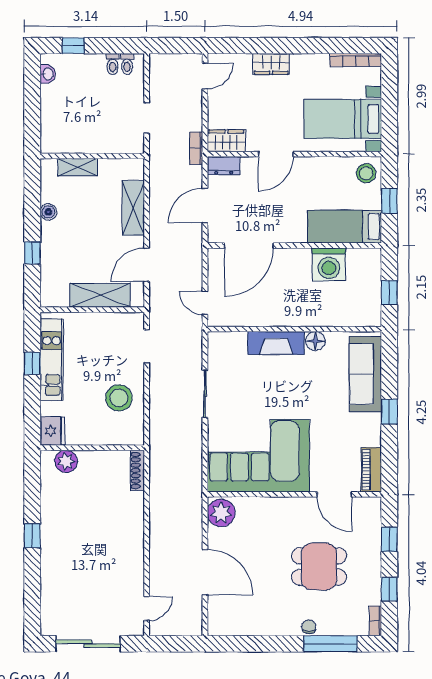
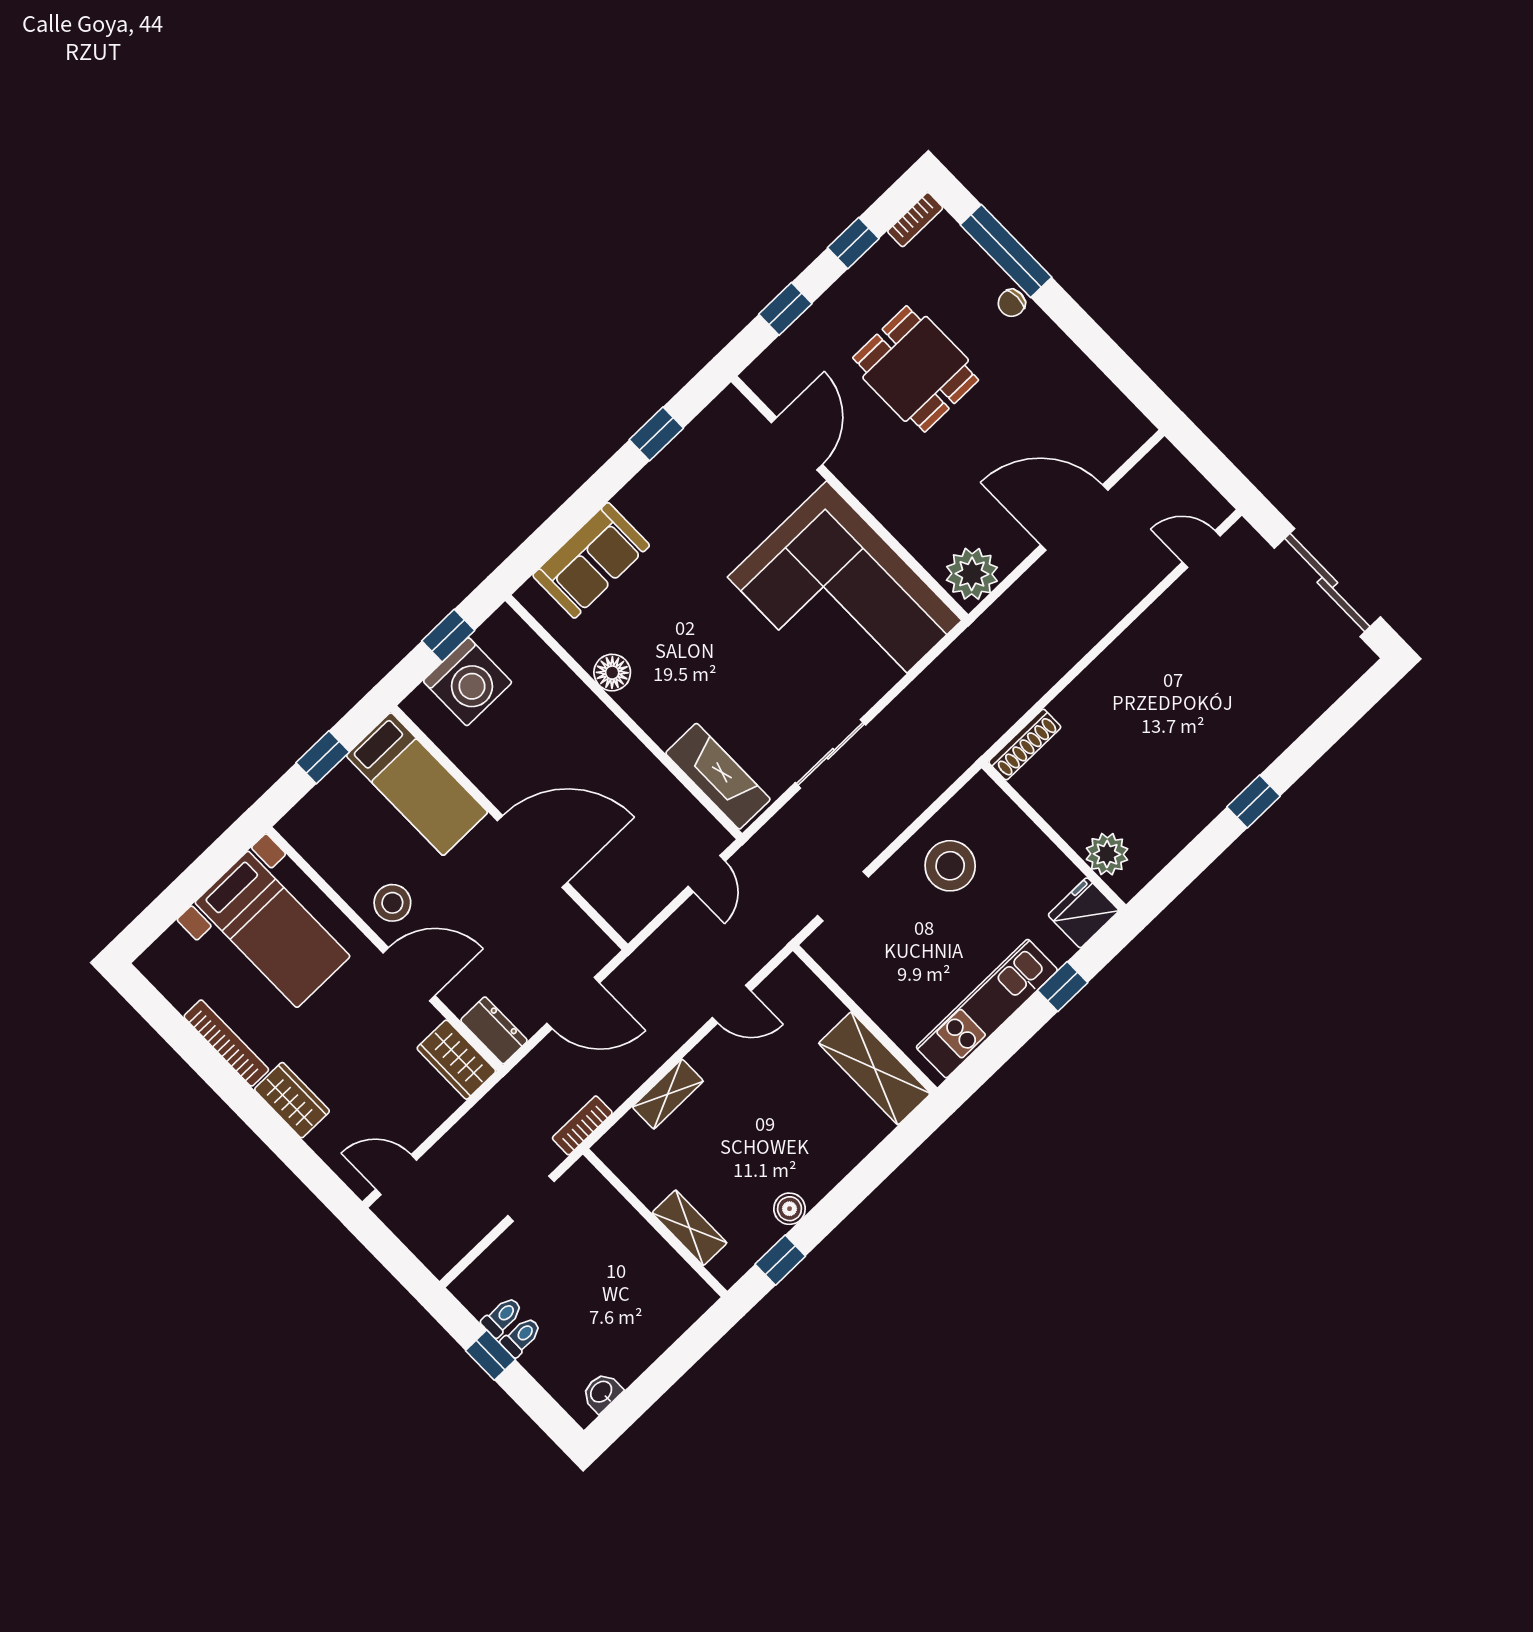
window: (73, 46) -> (491, 1355), moved
bookcase: (356, 60) -> (226, 1043), moved
toilet: (127, 64) -> (521, 1337), moved
bookcase: (196, 148) -> (582, 1125), moved, turned 180
stool: (366, 173) -> (392, 903), moved
shelving: (133, 208) -> (668, 1094), width x0.67, depth x0.75
door: (249, 246) -> (532, 851), moved
window: (32, 253) -> (780, 1260), moved
door: (147, 265) -> (732, 1004), width x0.73
washing machine: (329, 265) -> (468, 682), moved, turned 90
shelving: (100, 295) -> (875, 1068), moved
fireplace: (276, 343) -> (718, 776), moved
window: (32, 363) -> (1063, 987), moved
sofa: (365, 374) -> (591, 560), width x0.73
window: (389, 411) -> (656, 434), moved
piano: (371, 470) -> (714, 425), removed
door: (205, 572) -> (1074, 518), hinge flipped

